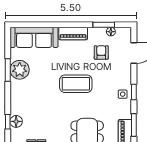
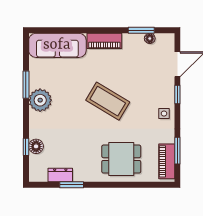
armchair: (101, 52) -> (138, 64), removed
plant: (20, 70) -> (40, 100), moved
coffee table: (76, 84) -> (108, 101), turned 31
window: (134, 92) -> (177, 95), moved

